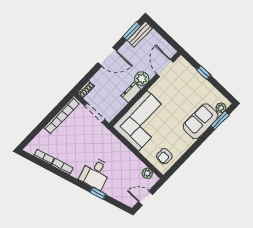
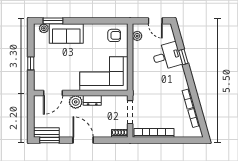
desk: (95, 173) -> (167, 56), moved

